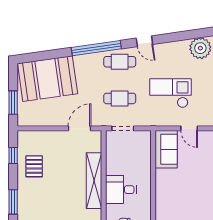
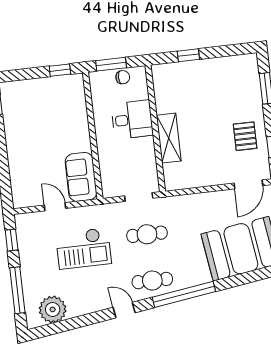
door: (79, 128) -> (248, 184), moved
shelving: (94, 181) -> (169, 138), width x0.68

